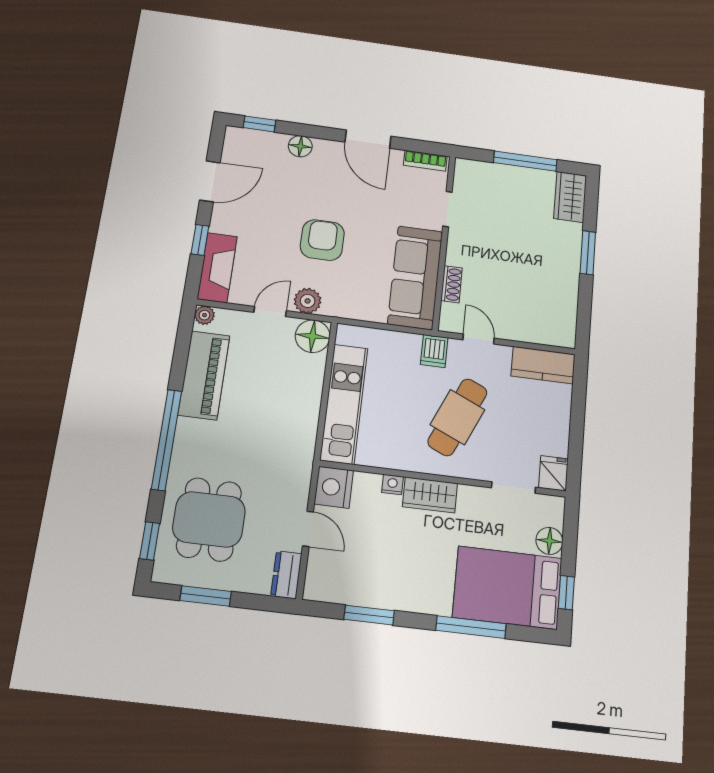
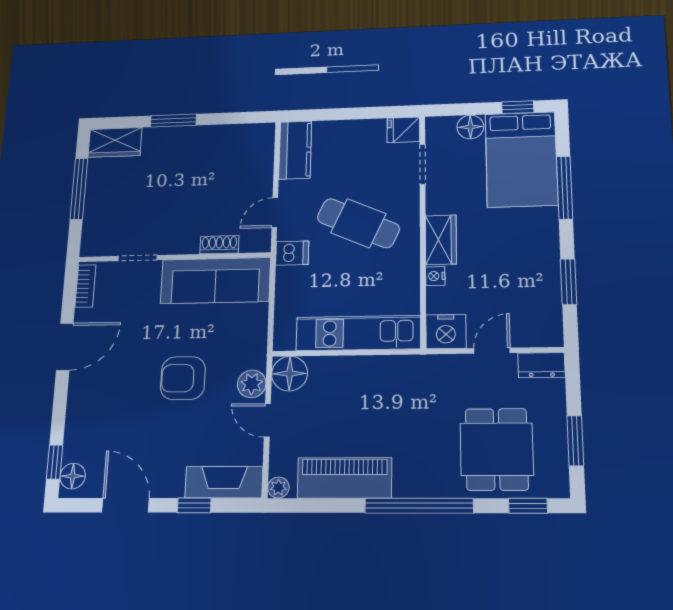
floor lamp: (300, 146) -> (73, 476), moved
dining table: (209, 519) -> (497, 449), turned 90

